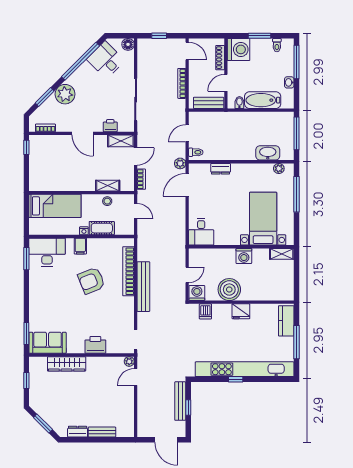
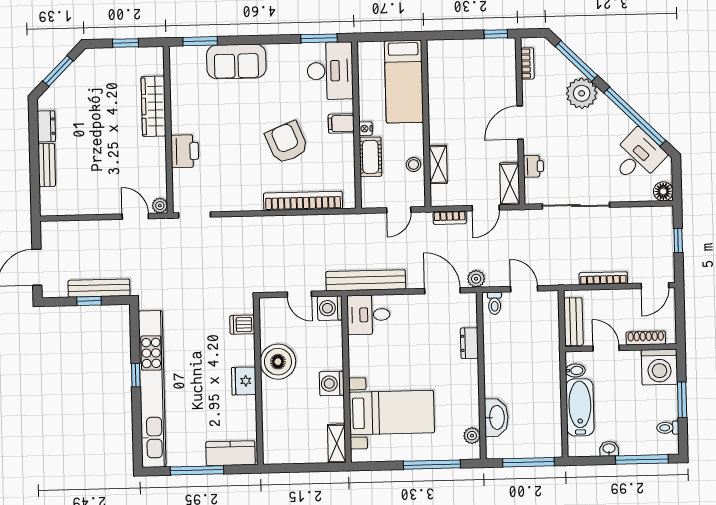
window: (45, 97) -> (576, 61), width x1.44
door: (136, 156) -> (486, 208), hinge flipped
bench: (143, 287) -> (366, 280), moved
washing machine: (197, 293) -> (330, 308), moved, turned 180
sofa: (48, 343) -> (236, 61), moved, turned 90

